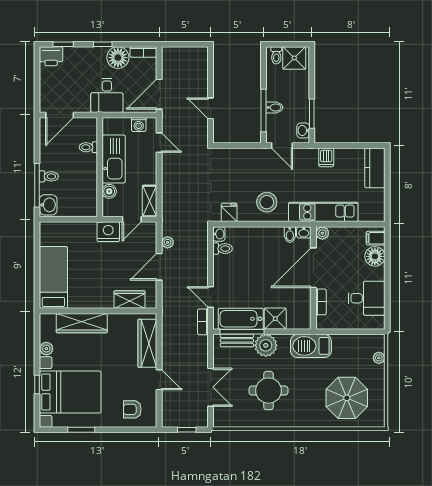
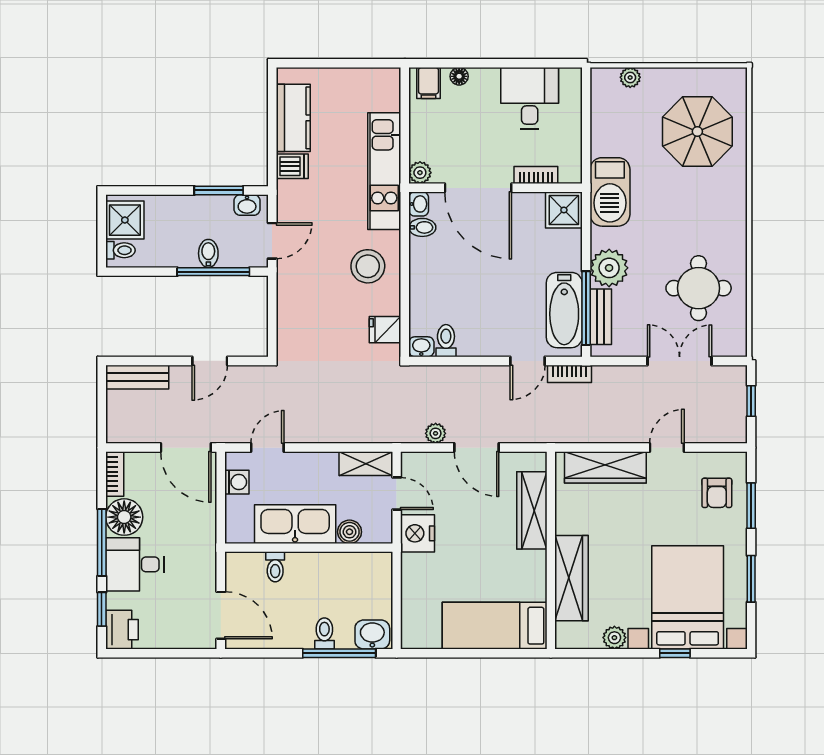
window: (103, 44) -> (102, 542), width x2.17
bench: (201, 65) -> (137, 377), added
desk: (107, 95) -> (135, 564), moved, turned 180
kitchen counter: (375, 168) -> (293, 118), moved, turned -90
floor lamp: (375, 256) -> (459, 76), width x0.53, depth x0.53
wardrobe: (129, 300) -> (532, 510), width x1.50
shower: (275, 319) -> (564, 210), moved
round table: (269, 391) -> (699, 288), moved
window: (125, 430) -> (751, 506), added

